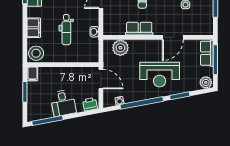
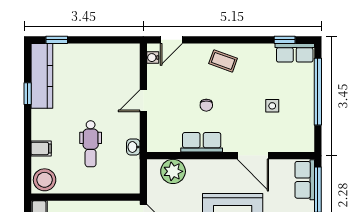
filing cabinet: (34, 28) -> (41, 148), width x0.50
door: (173, 37) -> (253, 156), hinge flipped

